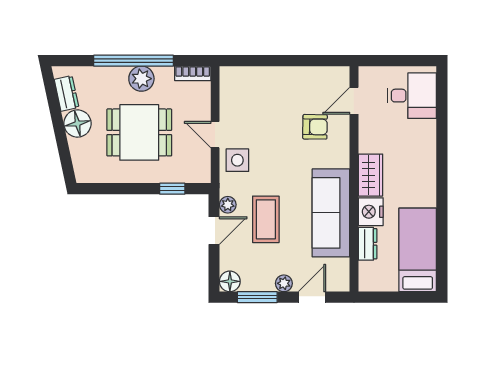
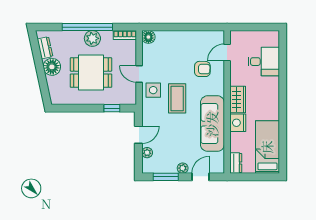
desk: (412, 96) -> (264, 62), moved
plant: (228, 205) -> (147, 153), moved
coffee table: (266, 219) -> (177, 98), moved
dresser: (368, 244) -> (236, 163), moved
floor lamp: (230, 281) -> (148, 37), moved

